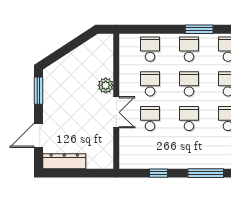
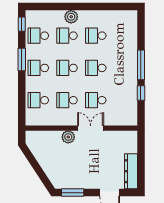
window: (206, 173) -> (141, 65), moved

